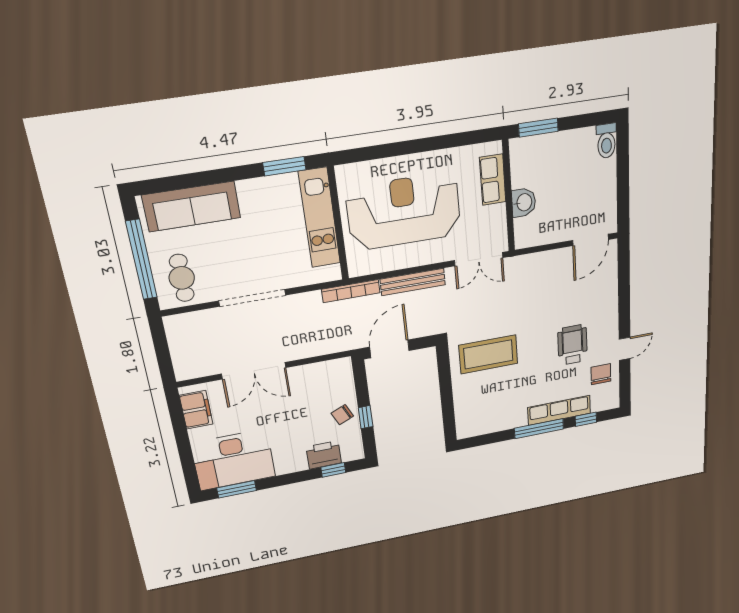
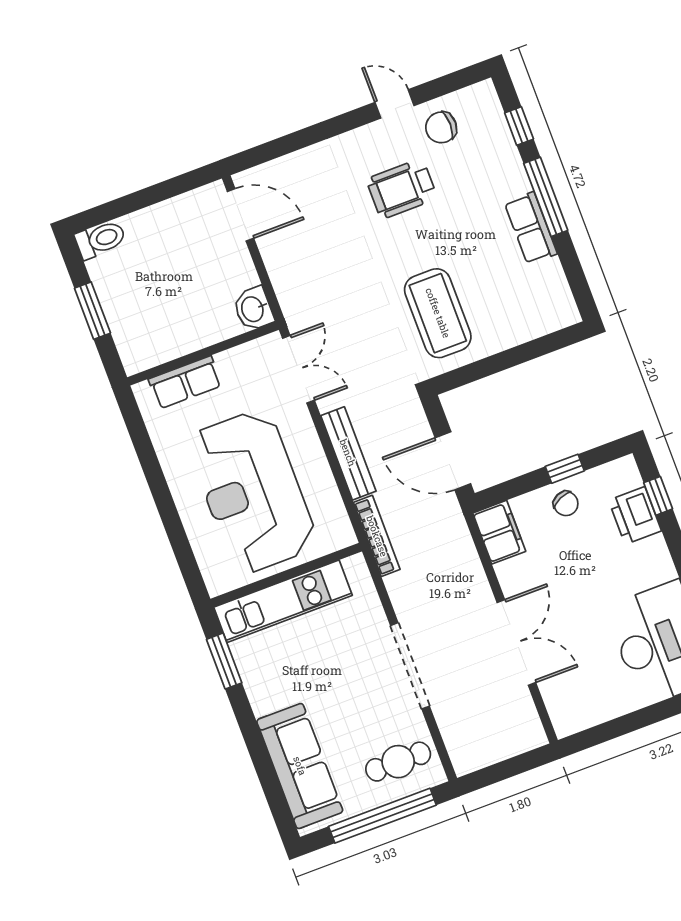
window: (538, 128) -> (92, 311), moved
washbasin: (524, 202) -> (253, 309), moved, turned -90
filing cabinet: (196, 410) -> (499, 532), moved, turned 90
row of seats: (559, 410) -> (531, 228), moved, width x0.68

